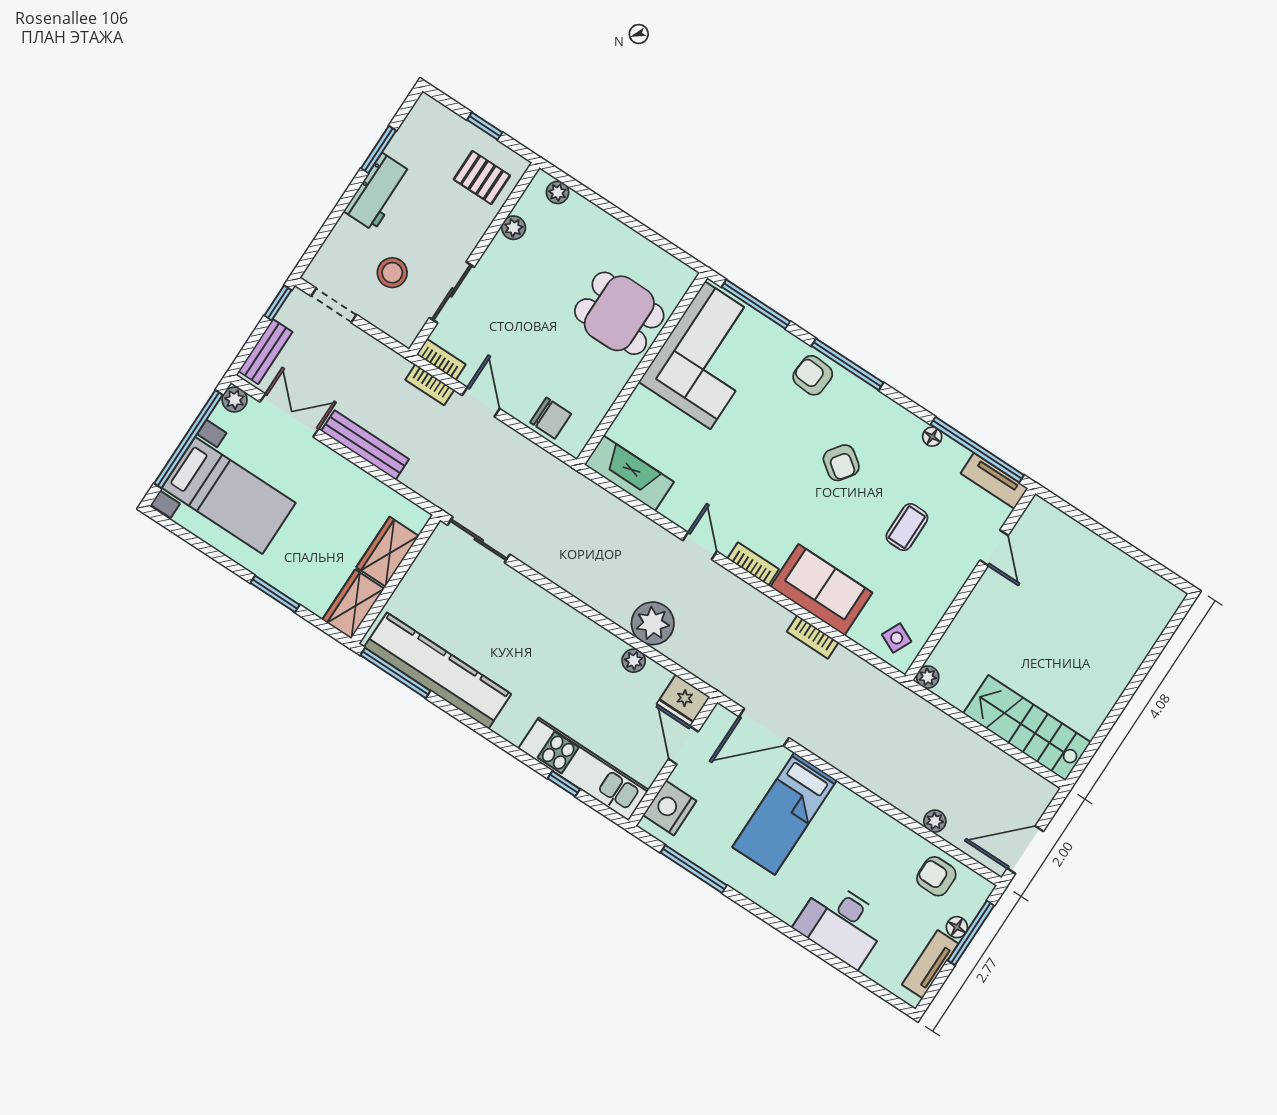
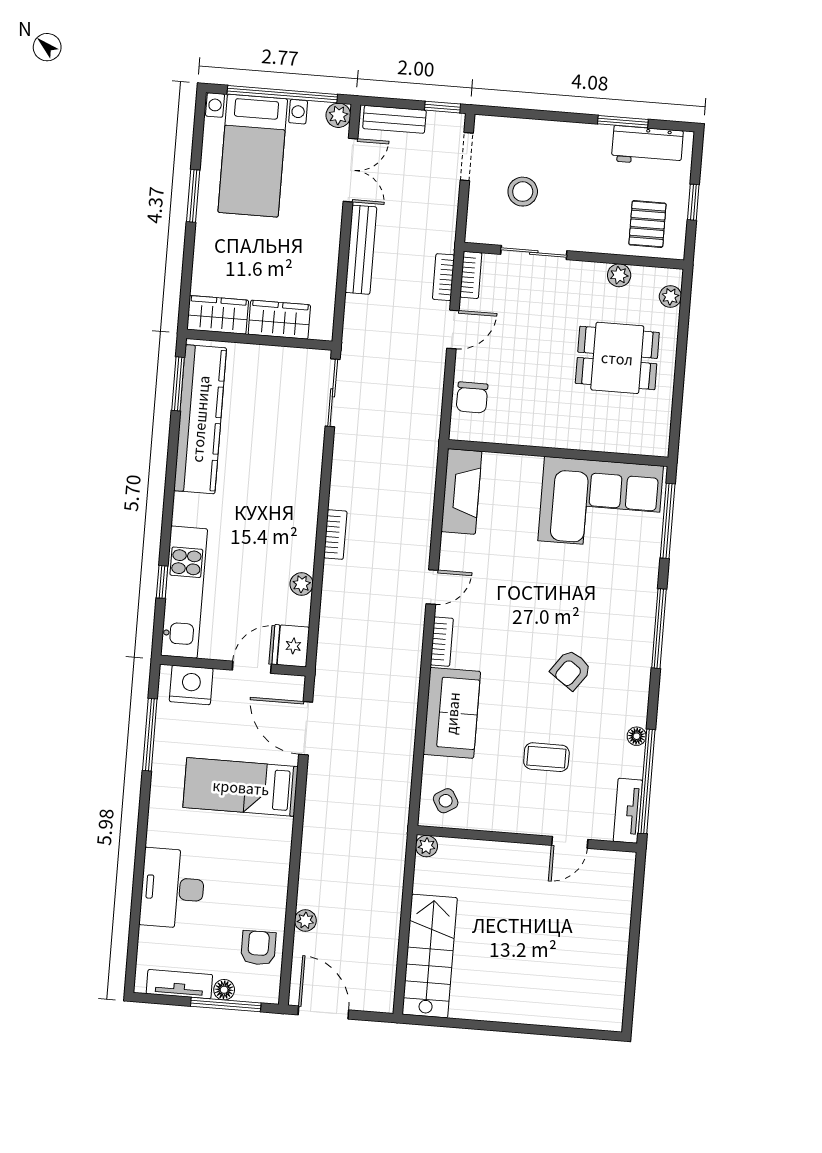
workbench: (378, 192) -> (647, 146), moved
dining table: (619, 313) -> (617, 358), moved, turned 90
armchair: (813, 375) -> (633, 604), removed
window: (275, 594) -> (193, 196), moved
plant: (653, 623) -> (343, 583), removed
bookcase: (813, 637) -> (335, 535), moved, turned 180
side table: (897, 638) -> (446, 801), turned 34
window: (395, 673) -> (178, 384), width x0.69

